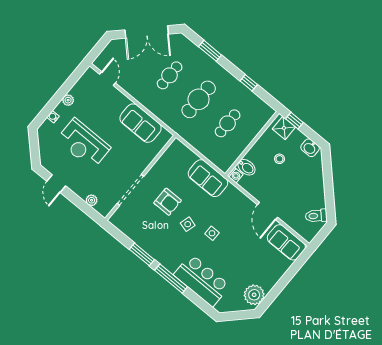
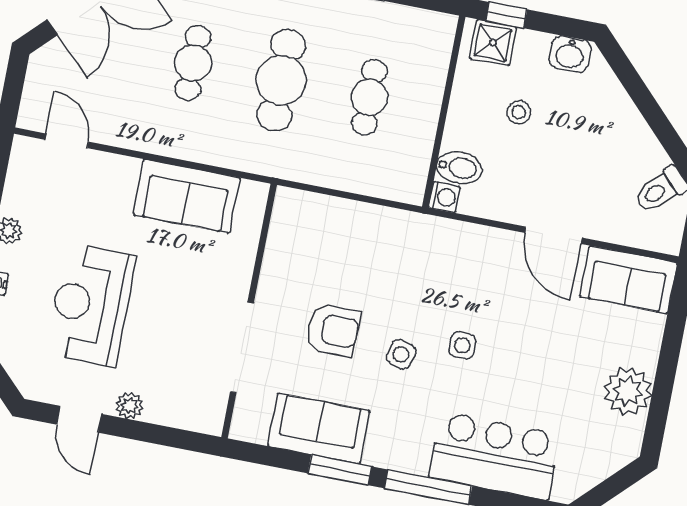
reception desk: (83, 144) -> (91, 305), turned 90
sofa: (208, 178) -> (319, 428), moved, turned 180
plant: (92, 200) -> (130, 406), moved
plant: (254, 295) -> (628, 391), moved

